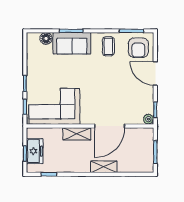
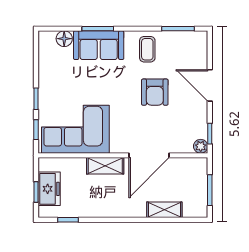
armchair: (138, 48) -> (155, 92), moved
shelving: (104, 167) -> (164, 210), moved

